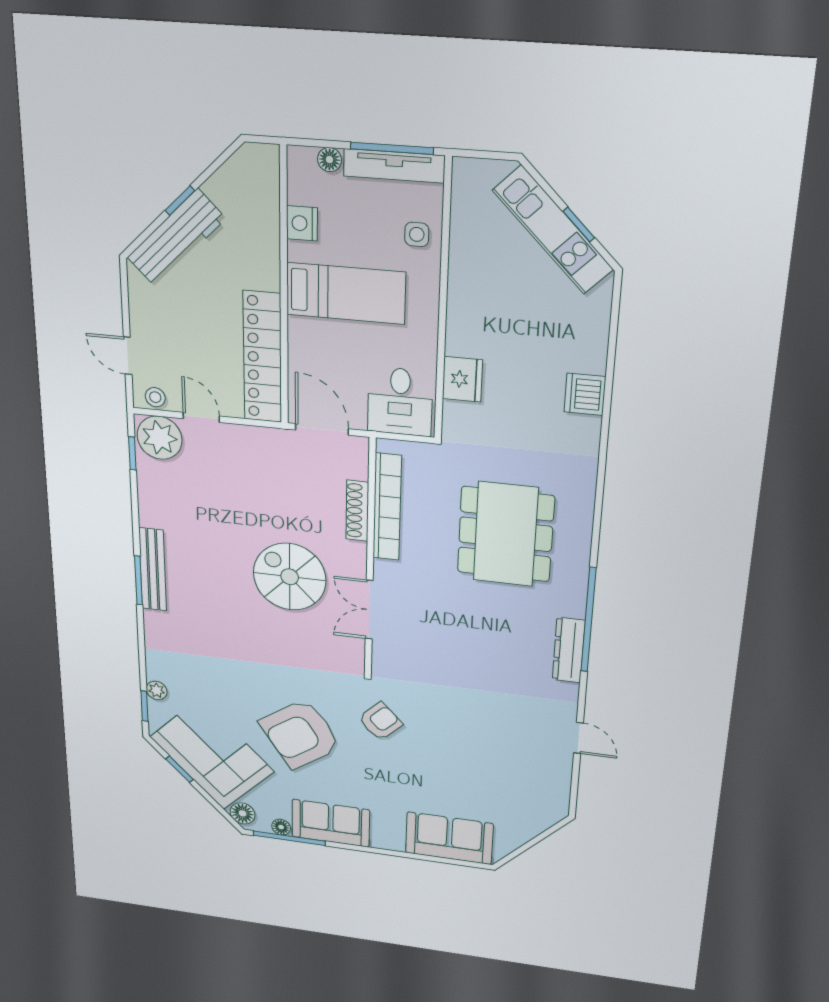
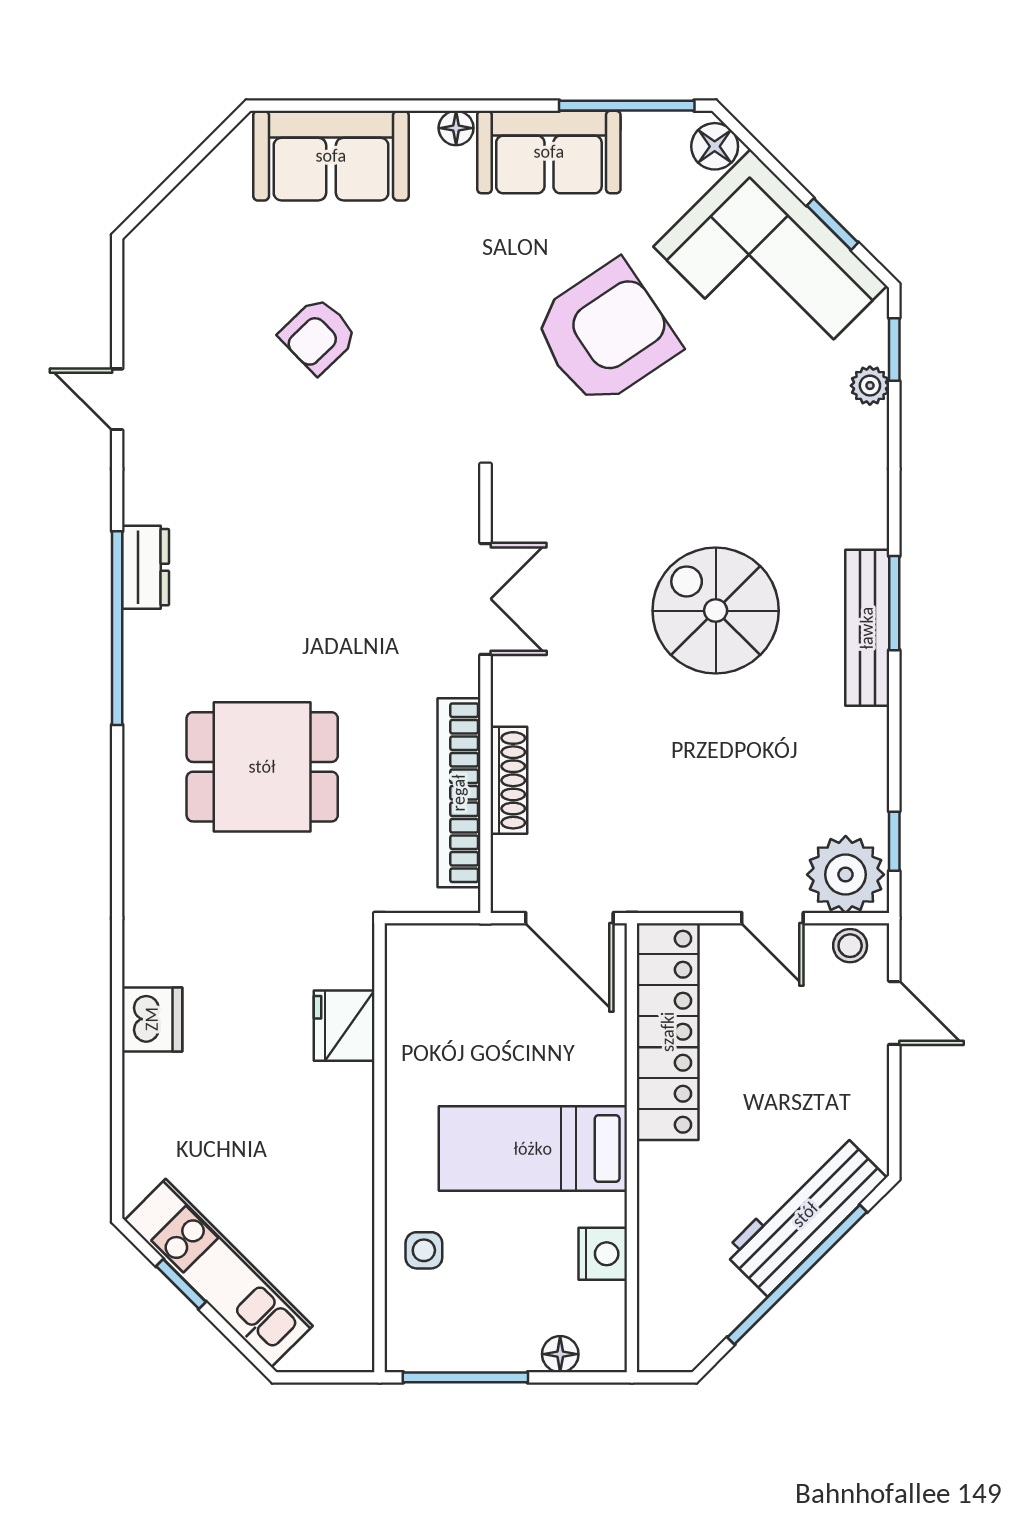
tv unit: (394, 166) -> (461, 1352), removed
window: (180, 201) -> (797, 1275), width x3.17
desk: (400, 402) -> (443, 979), removed
dining table: (506, 534) -> (262, 767), width x0.73
spiral stairs: (290, 577) -> (716, 611), moved, turned 180
dresser: (569, 650) -> (146, 567), width x0.70
armchair: (380, 721) -> (318, 336), moved
floor lamp: (281, 827) -> (456, 128), moved

